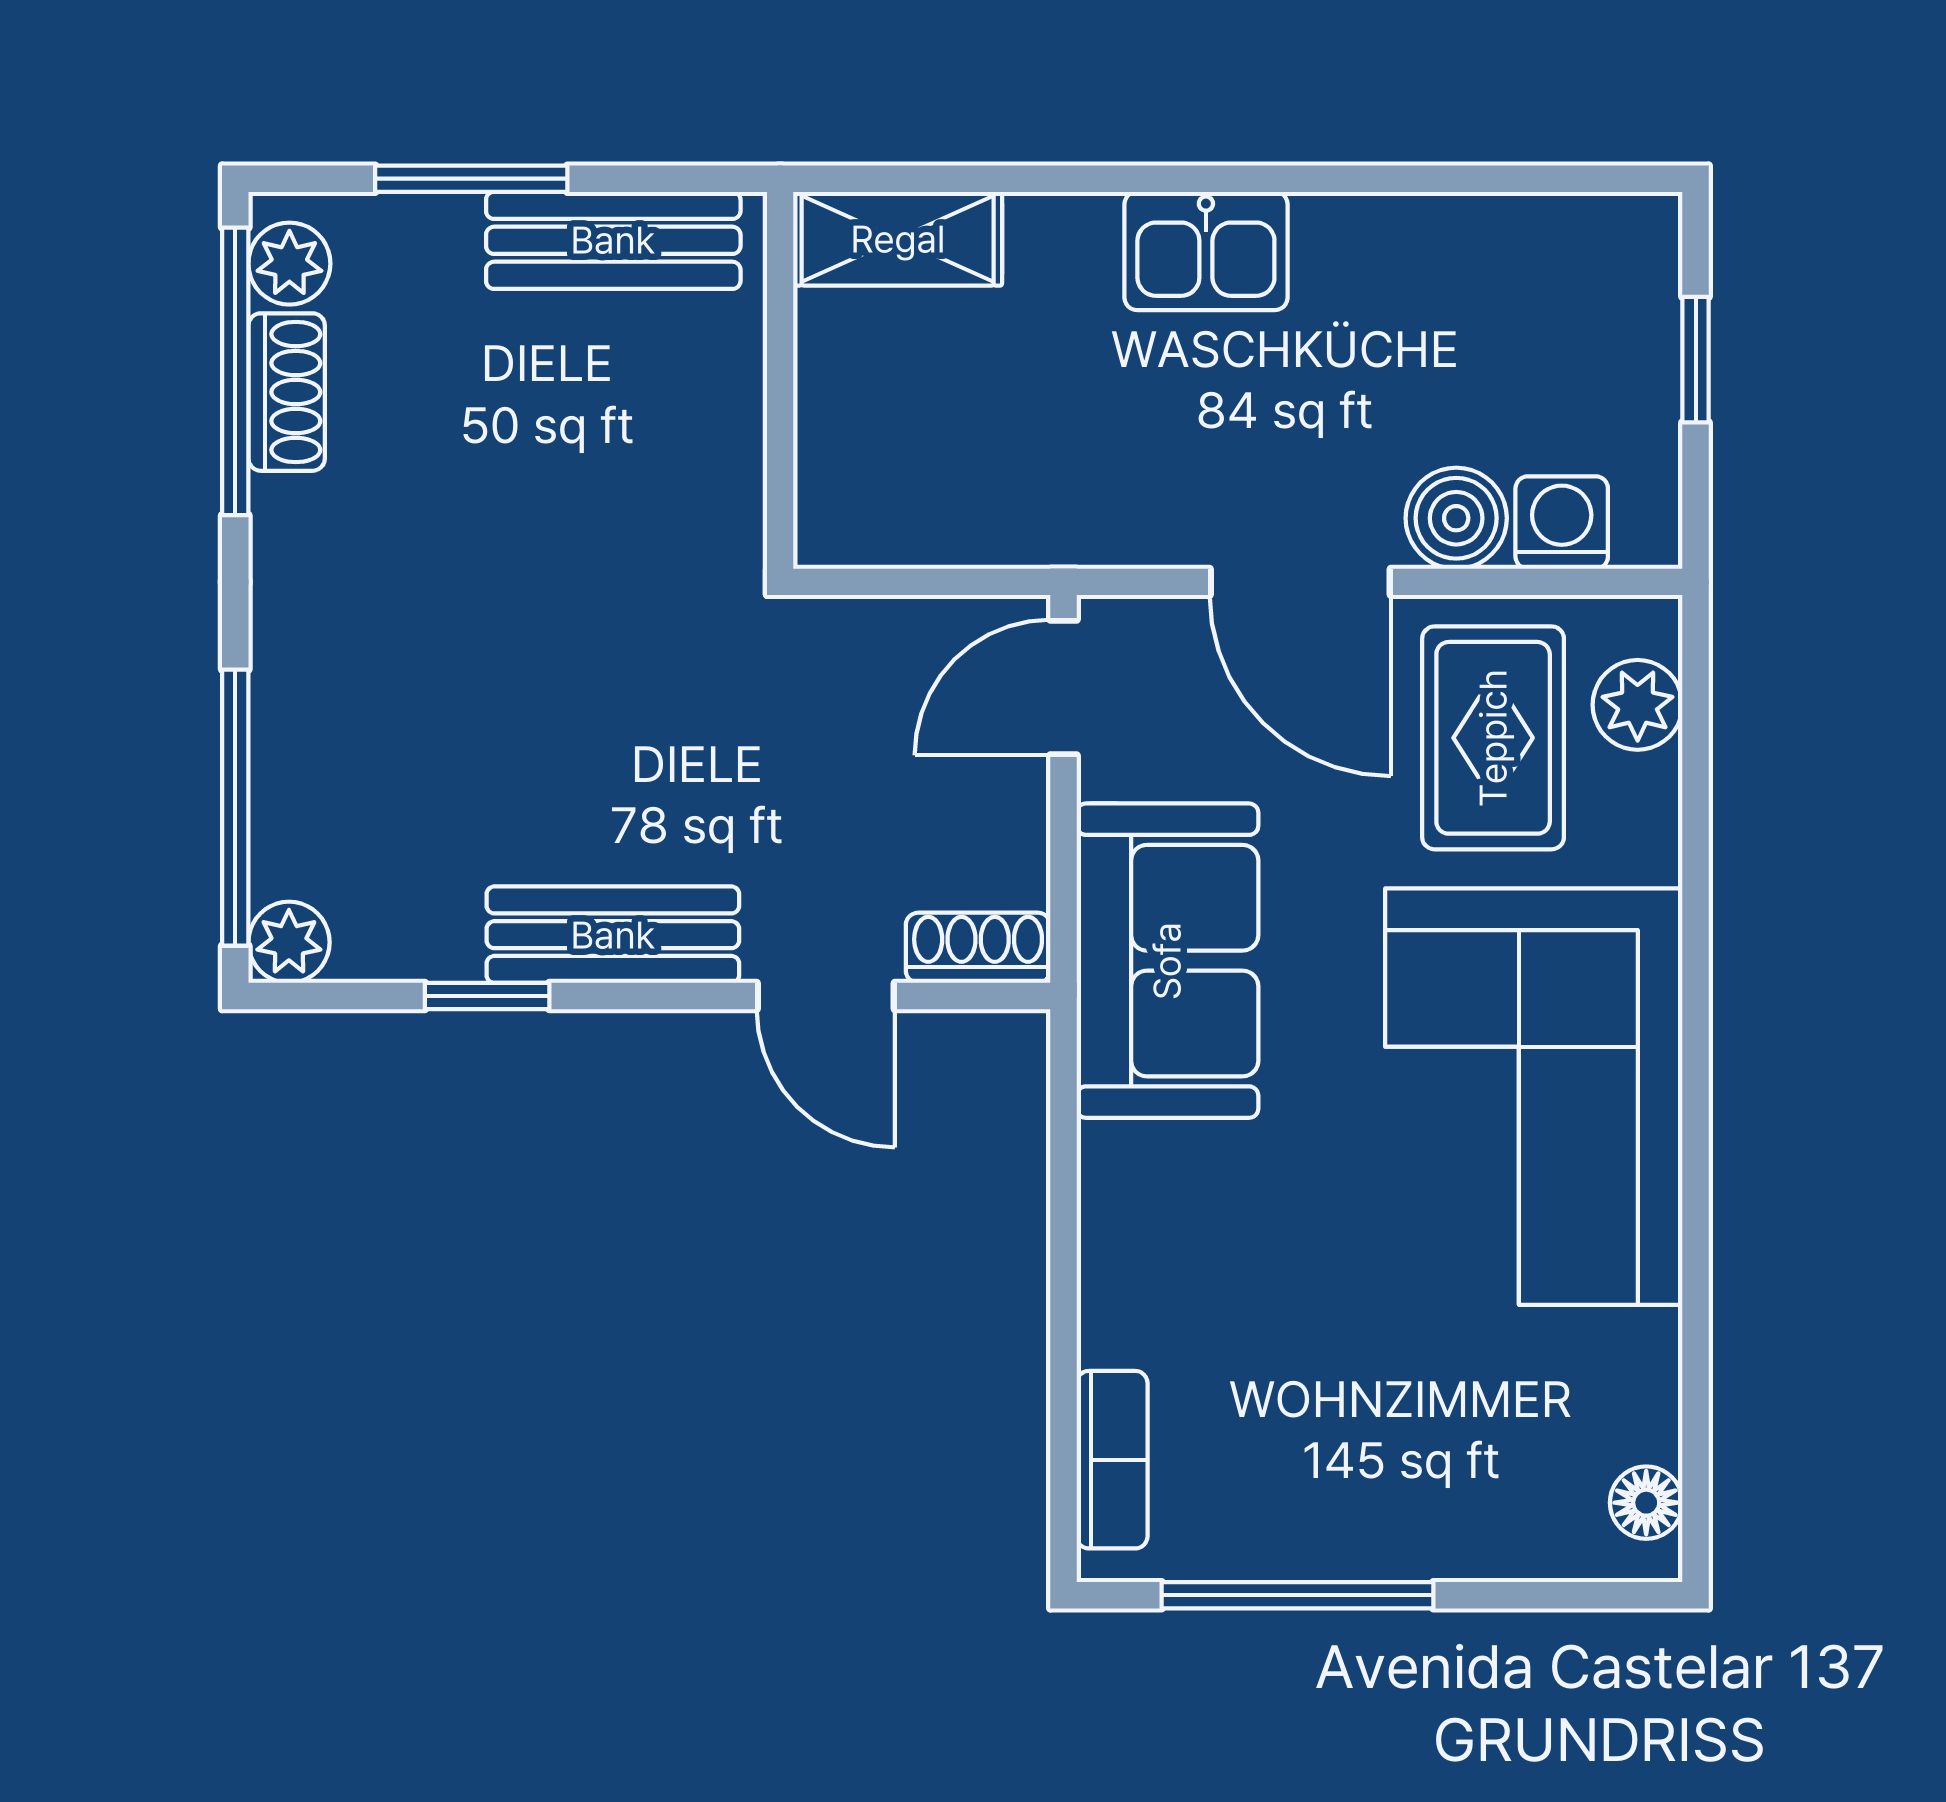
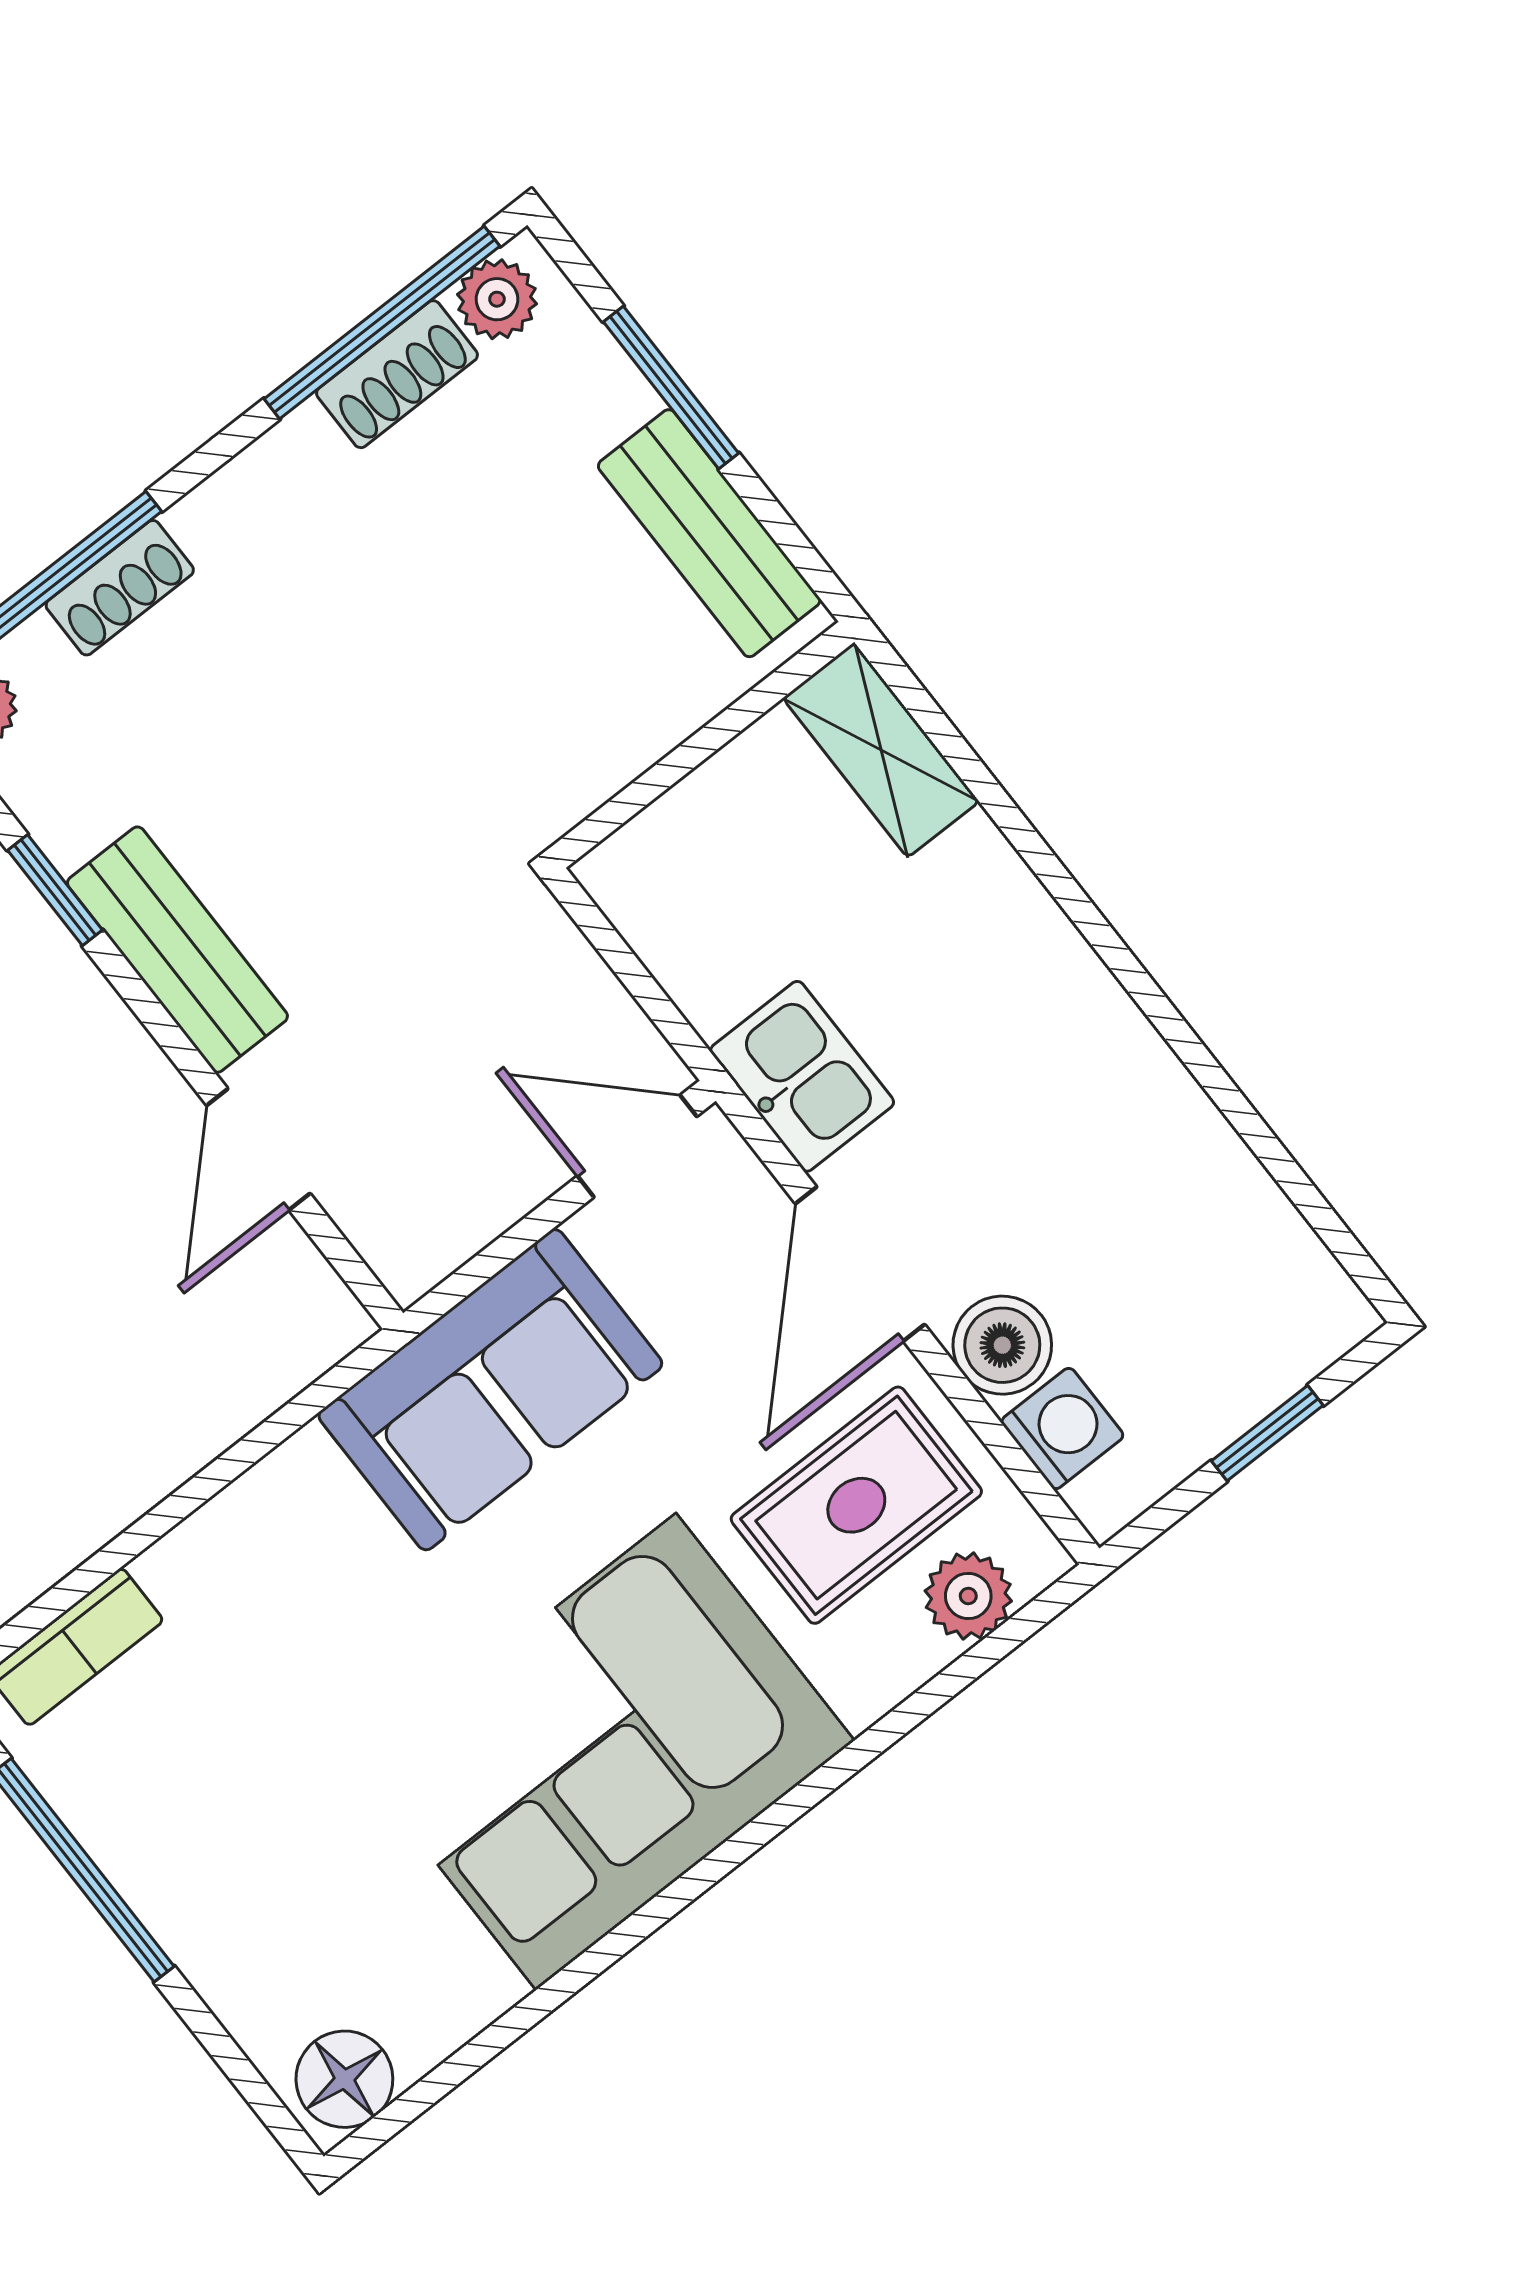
kitchen sink: (1206, 251) -> (802, 1076), moved, turned 180
shoe rack: (978, 948) -> (120, 588), moved, turned 90
floor lamp: (1646, 1503) -> (344, 2079), width x1.37, depth x1.37

